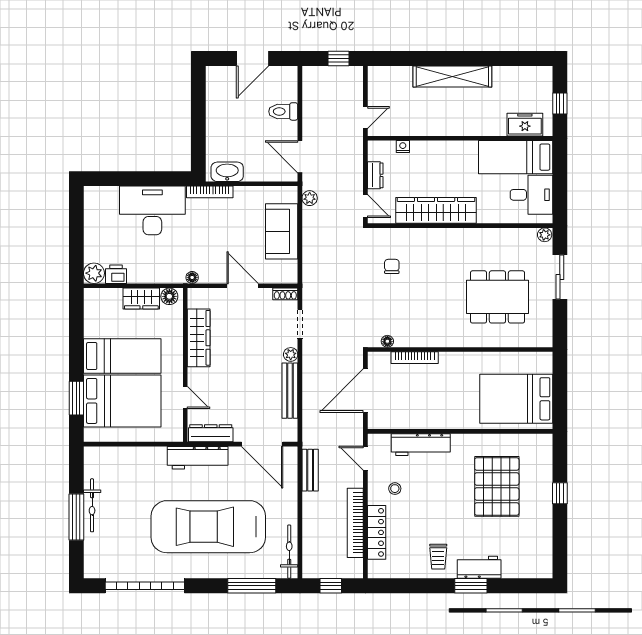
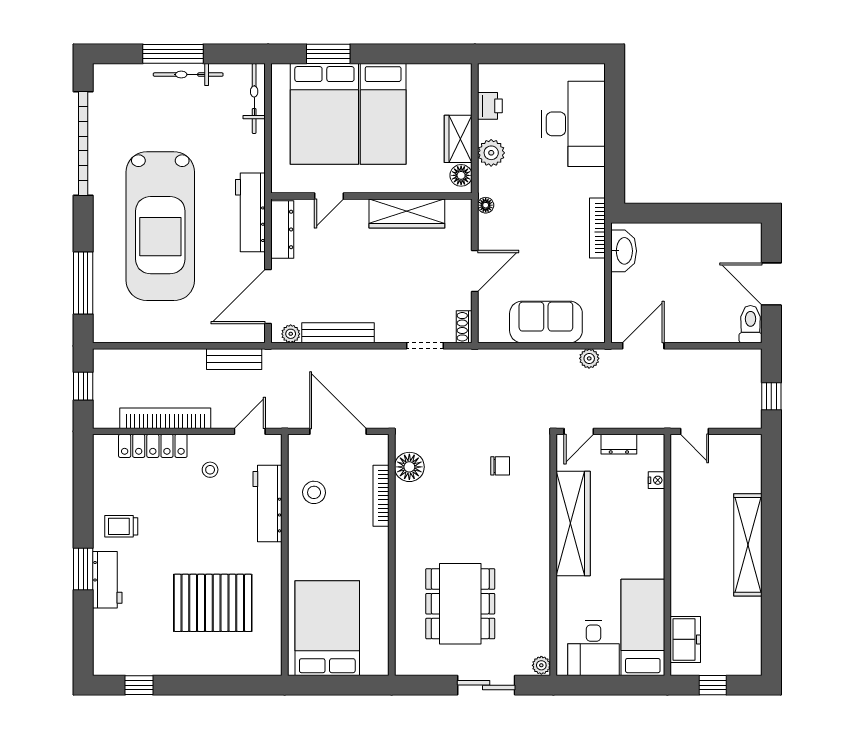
toilet: (283, 111) -> (750, 324), moved
desk: (152, 210) -> (573, 124), moved
plant: (94, 273) -> (491, 153), moved
floor lamp: (387, 341) -> (409, 467), width x1.89, depth x1.89
plant: (291, 354) -> (291, 334), moved
stool: (412, 409) -> (314, 492), added
window: (560, 493) -> (139, 685), moved
car: (208, 527) -> (160, 226), turned 180
bicycle: (289, 552) -> (254, 99), moved, turned -90

